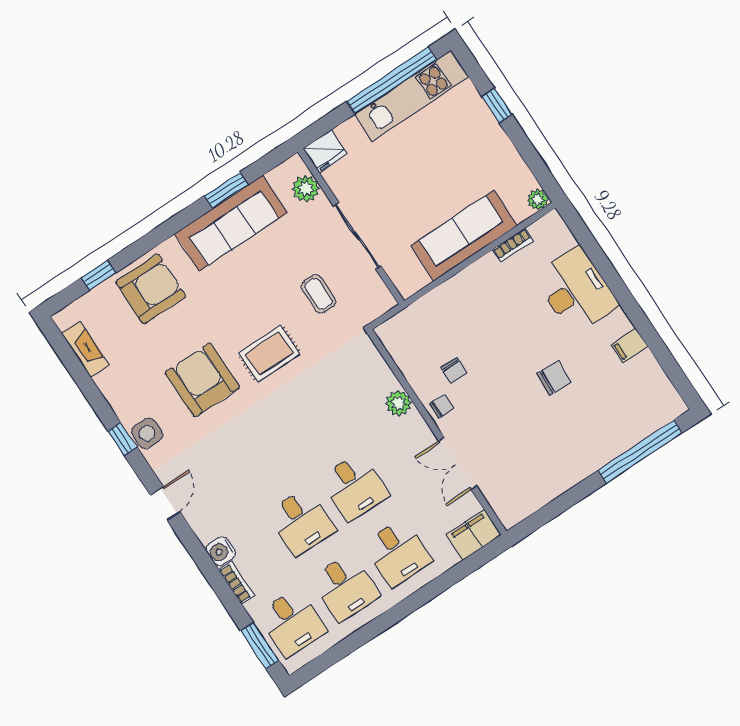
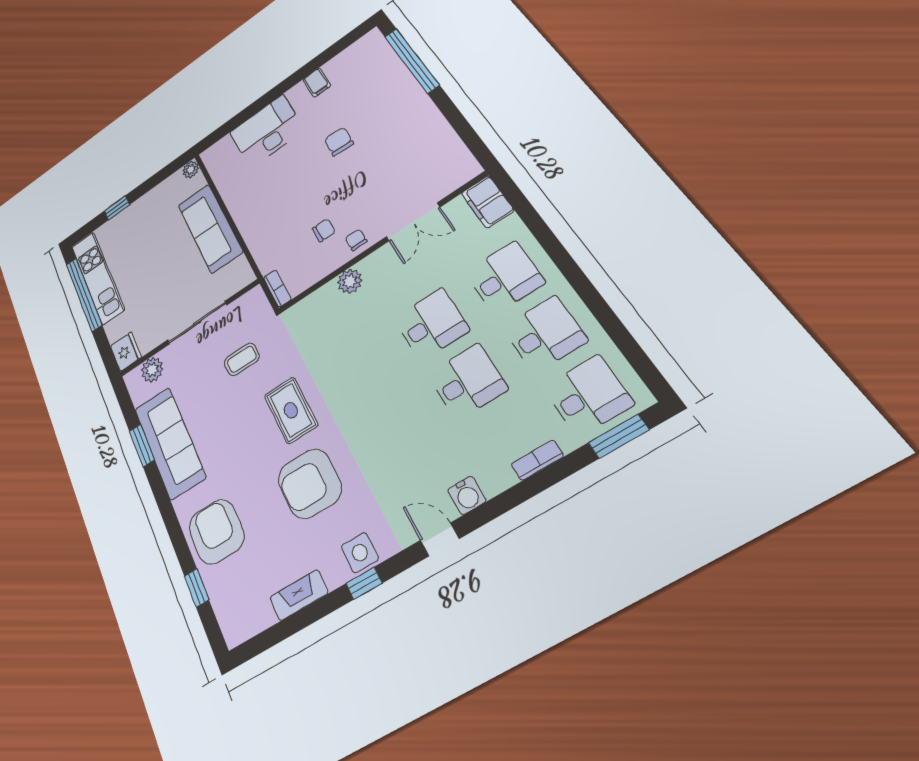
bookcase: (513, 245) -> (277, 288), moved
fireplace: (85, 349) -> (299, 595), moved
water cooler: (221, 551) -> (467, 495), moved

